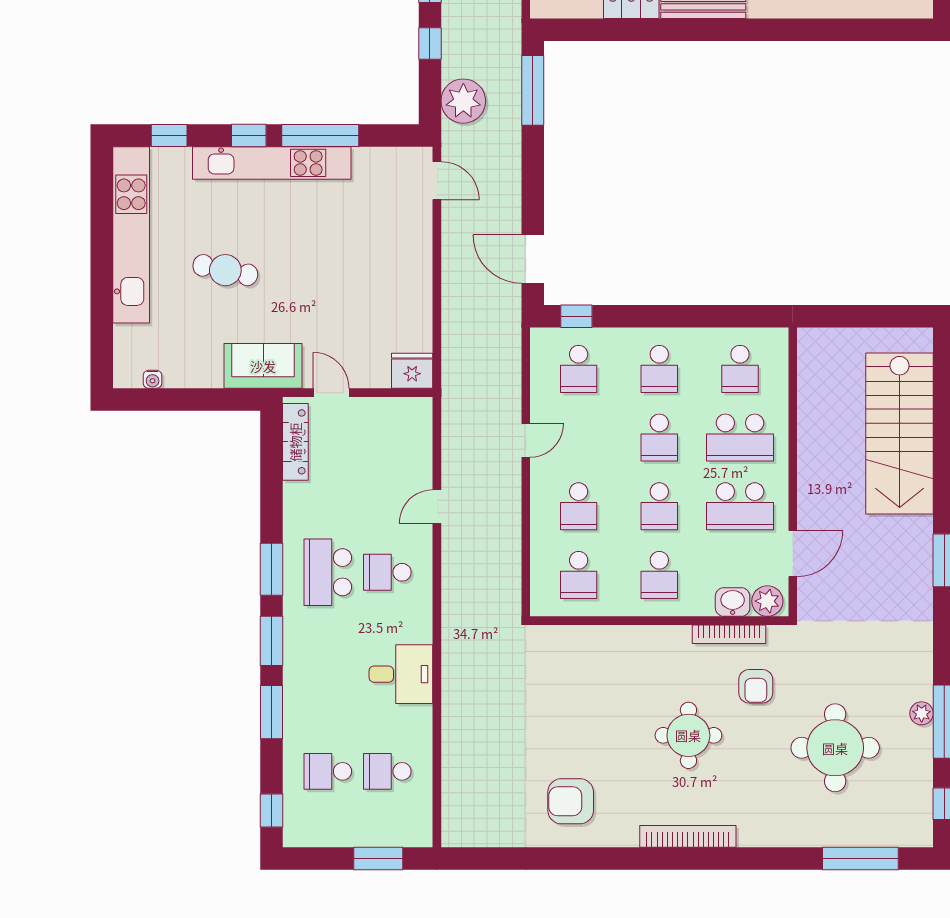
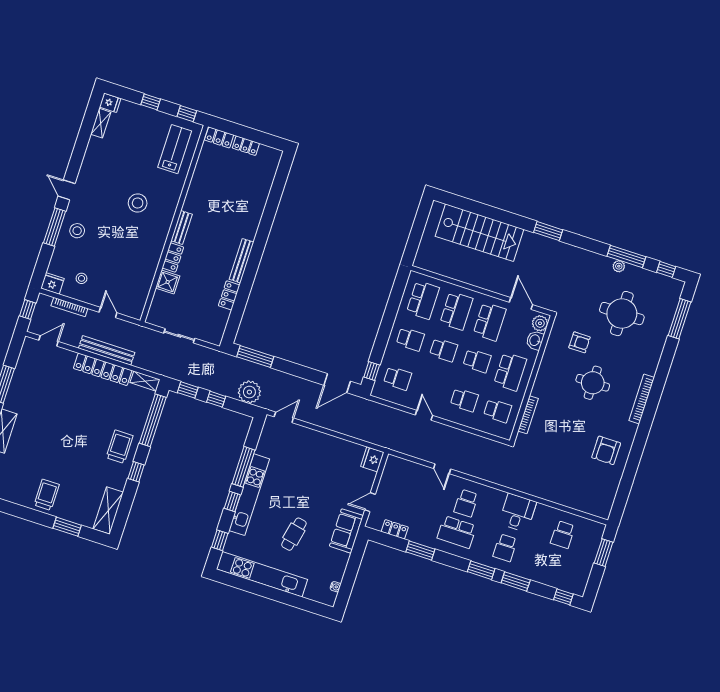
school desk: (740, 369) -> (423, 300), width x1.85
locker: (295, 442) -> (395, 529), width x0.66
window: (271, 569) -> (420, 550), moved
school desk: (659, 575) -> (510, 372), width x1.85
bookcase: (729, 634) -> (528, 415), moved
school desk: (328, 771) -> (505, 548), moved

